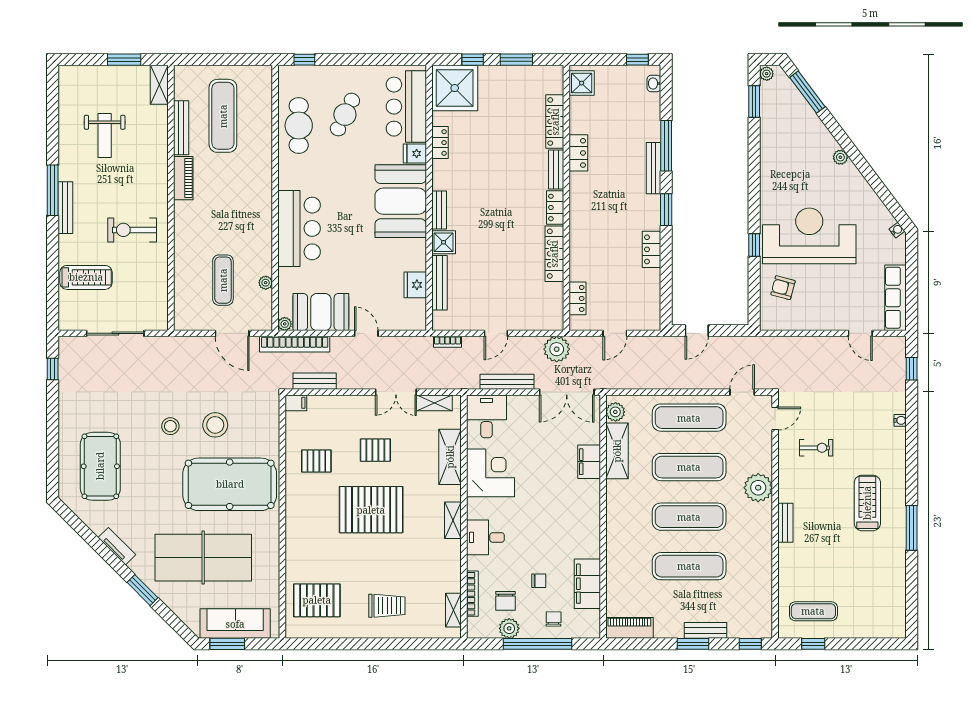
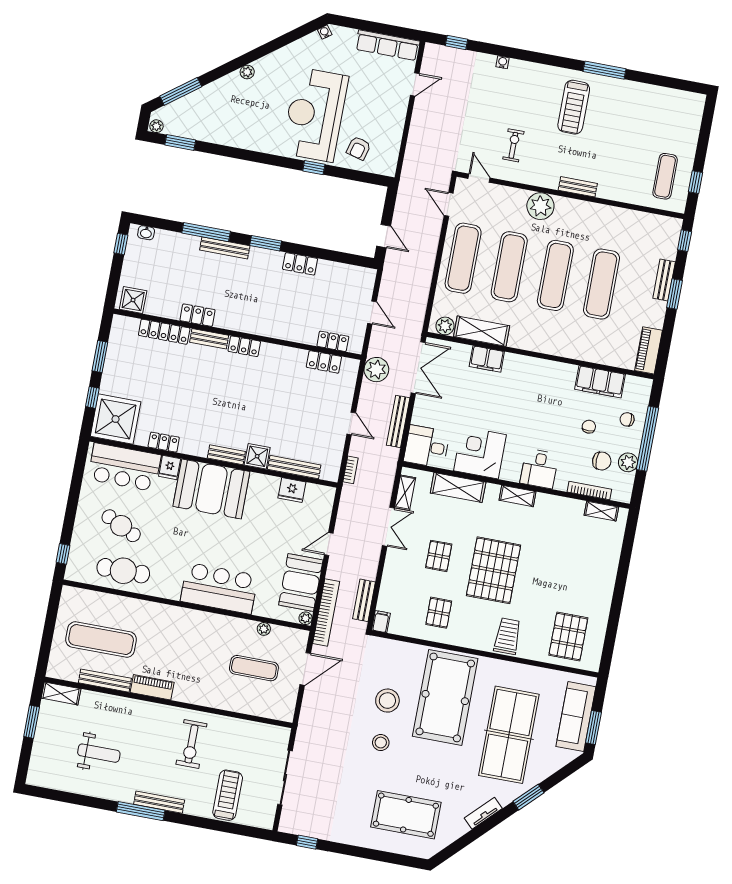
locker: (554, 254) -> (324, 362), moved, width x0.66
treadmill: (867, 503) -> (574, 107), turned -90
trolley: (387, 606) -> (507, 636), moved

